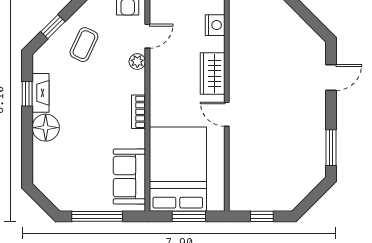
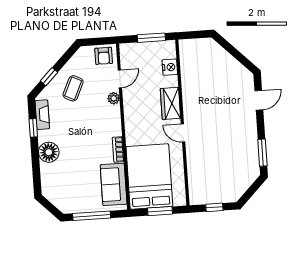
fireplace: (40, 93) -> (42, 115), moved
bookcase: (139, 112) -> (118, 149), moved

